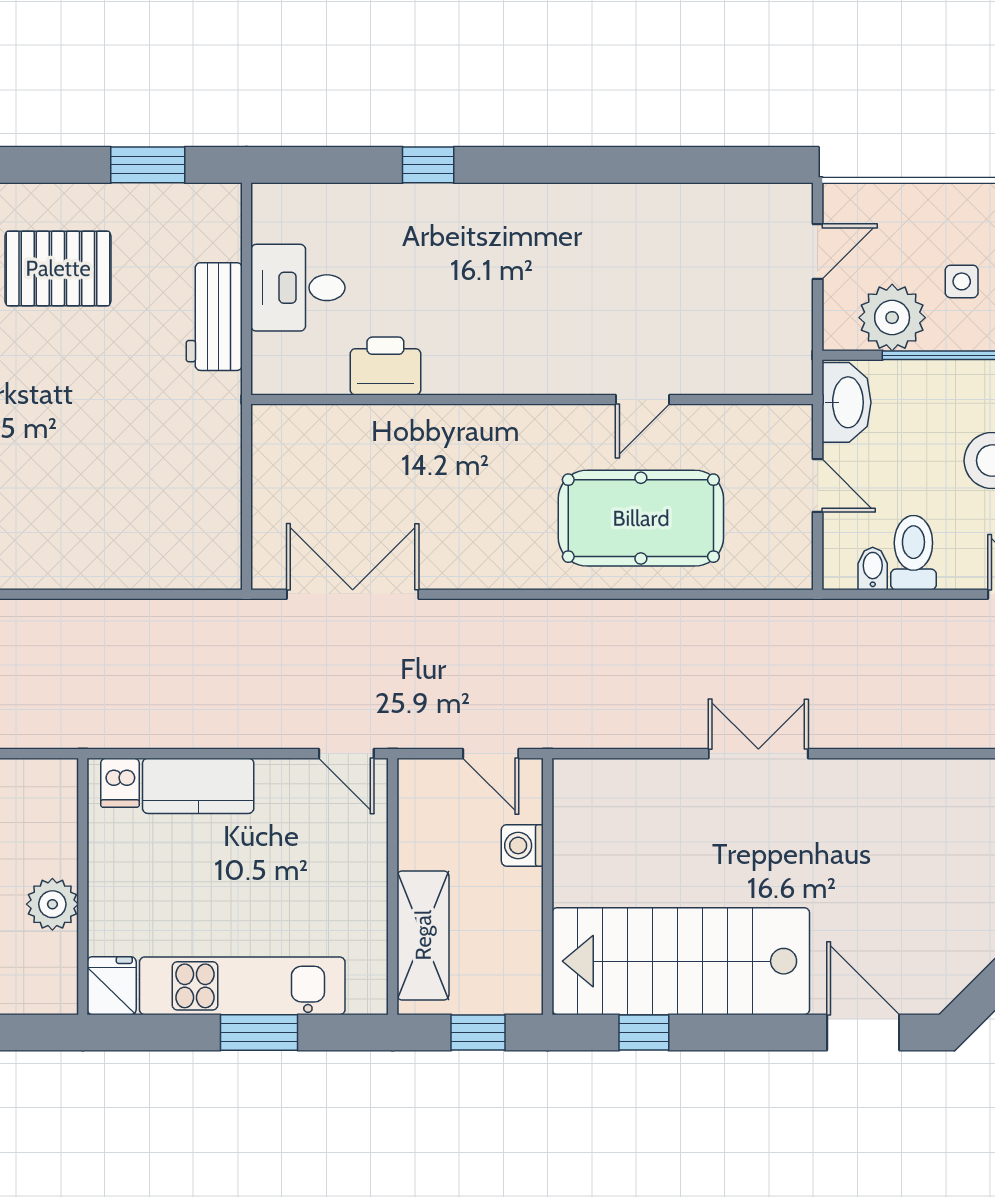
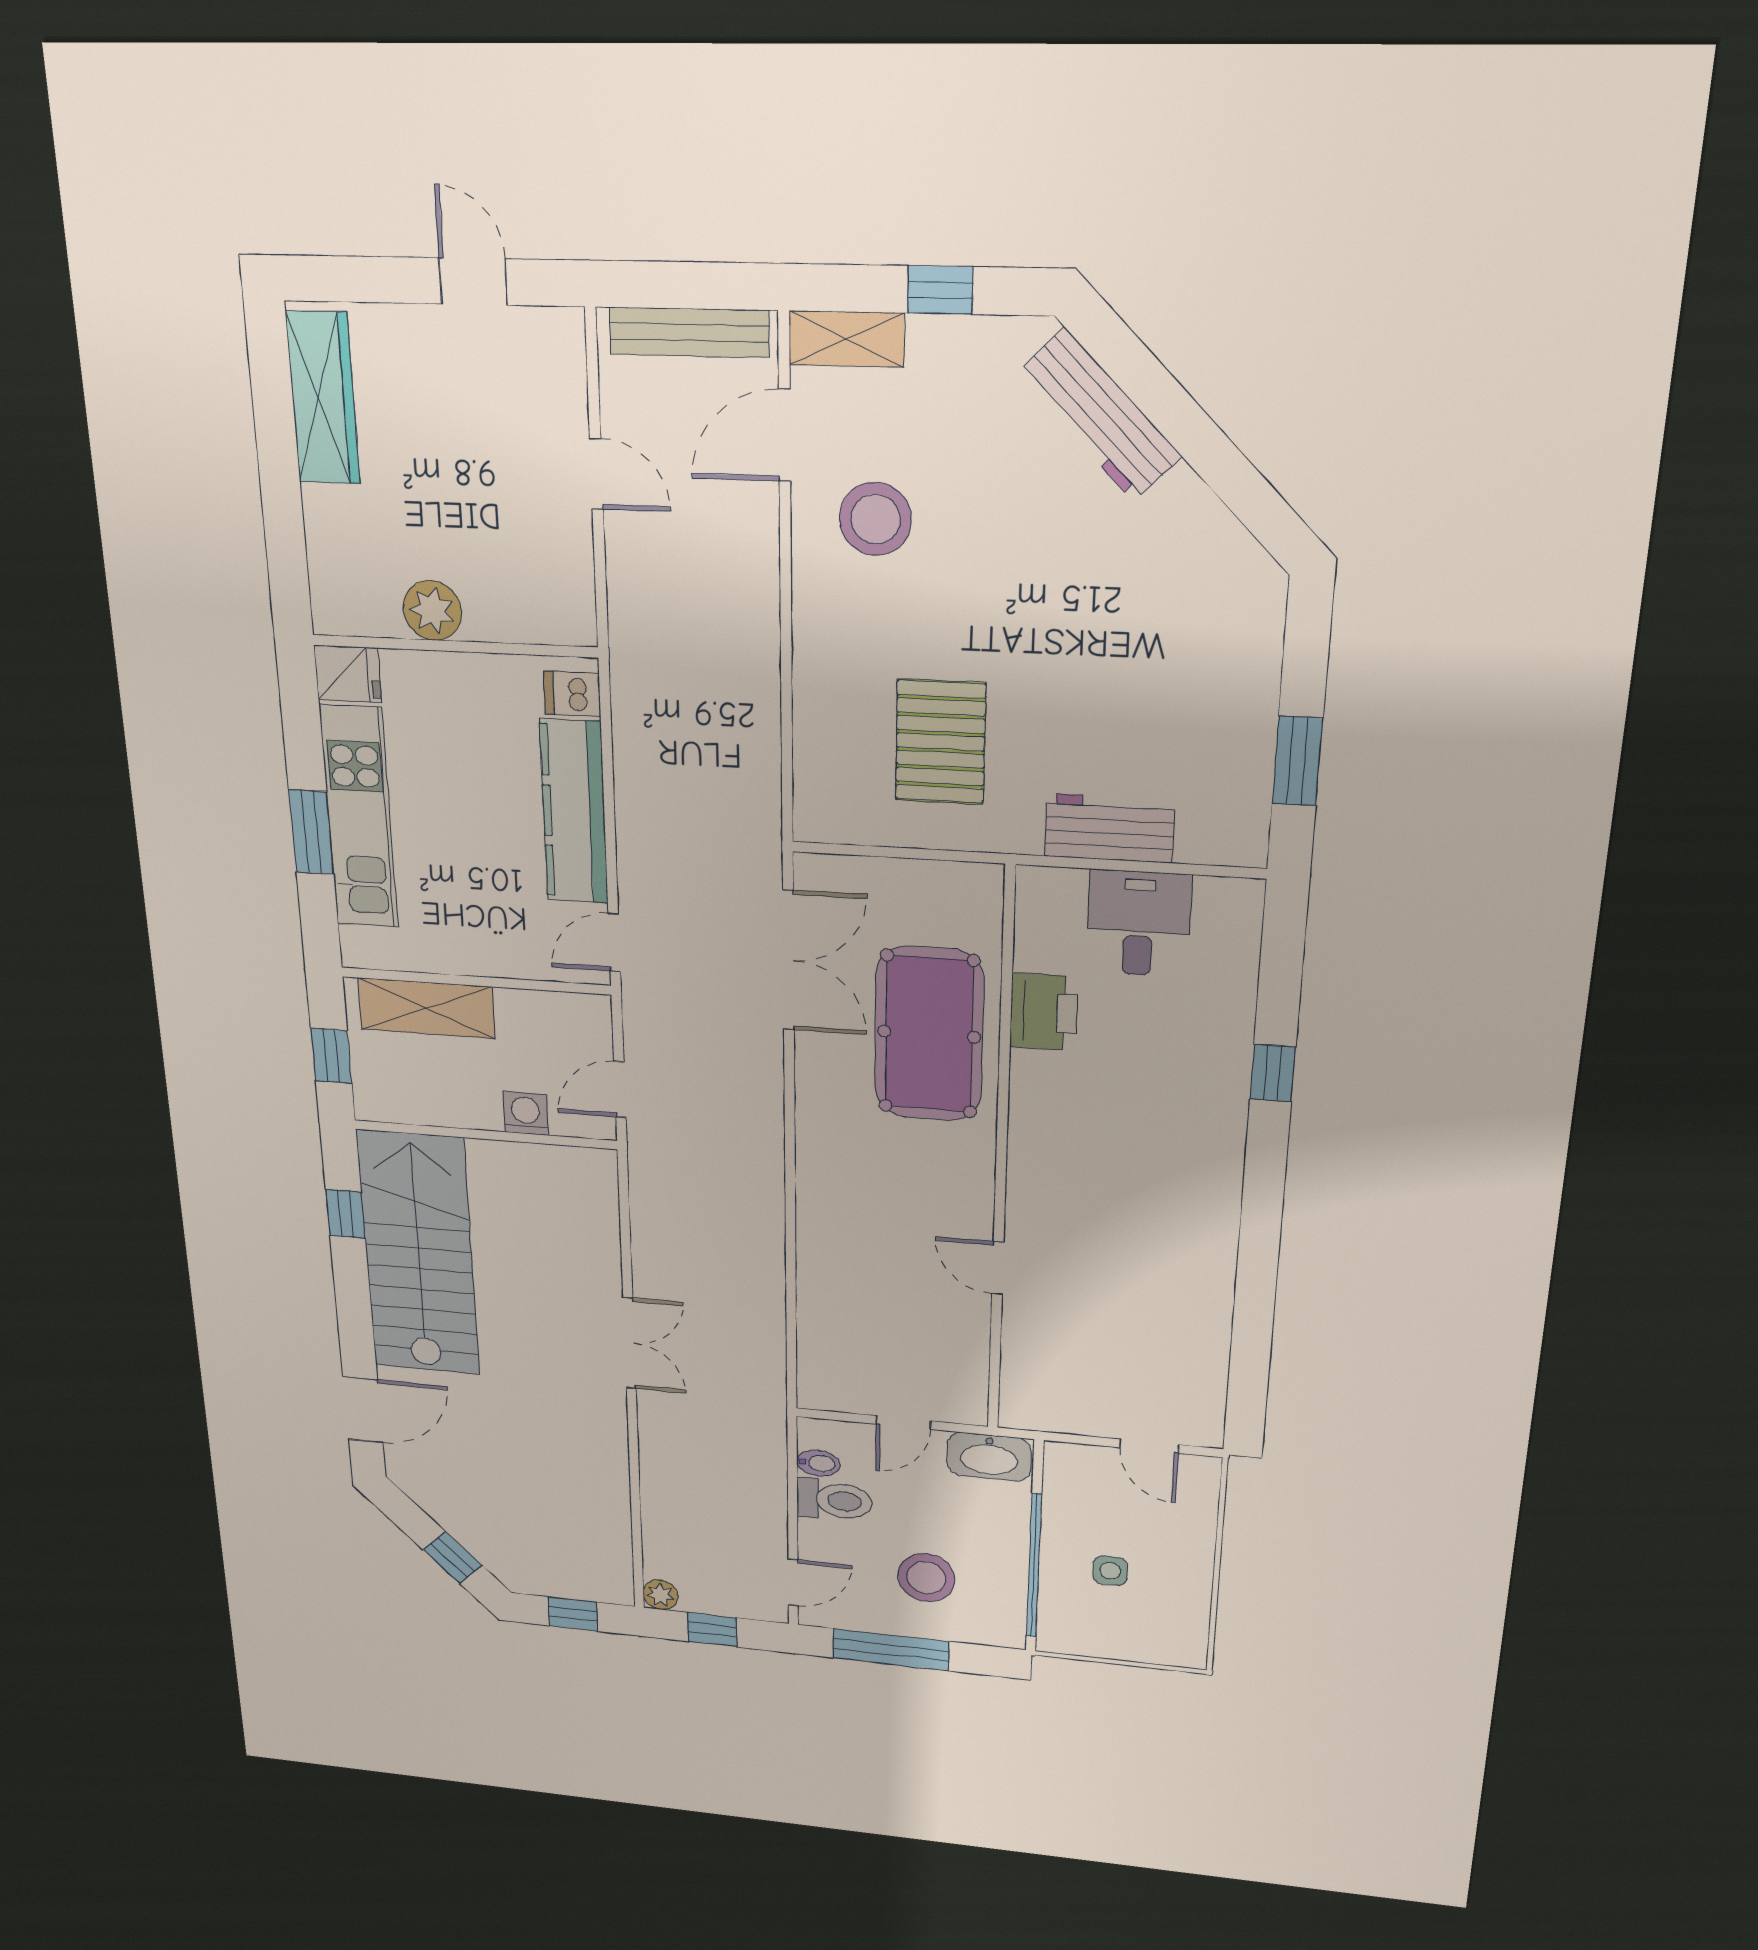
pallet: (58, 268) -> (940, 742), moved
plant: (892, 318) -> (1076, 1506), removed
pool table: (641, 518) -> (929, 1034), moved
kitchen counter: (198, 786) -> (574, 812), width x1.50

